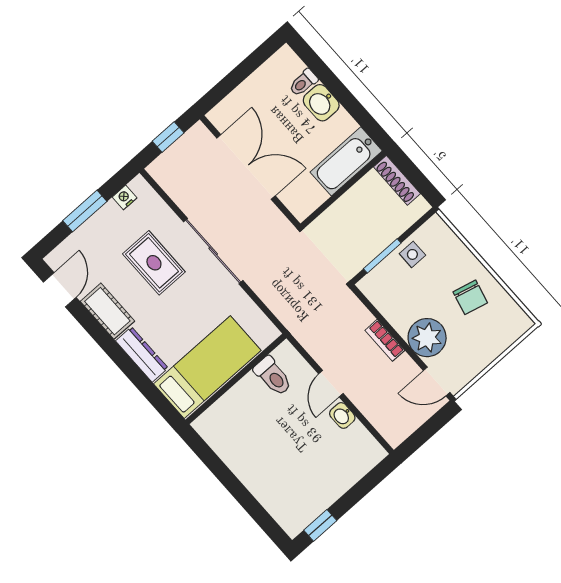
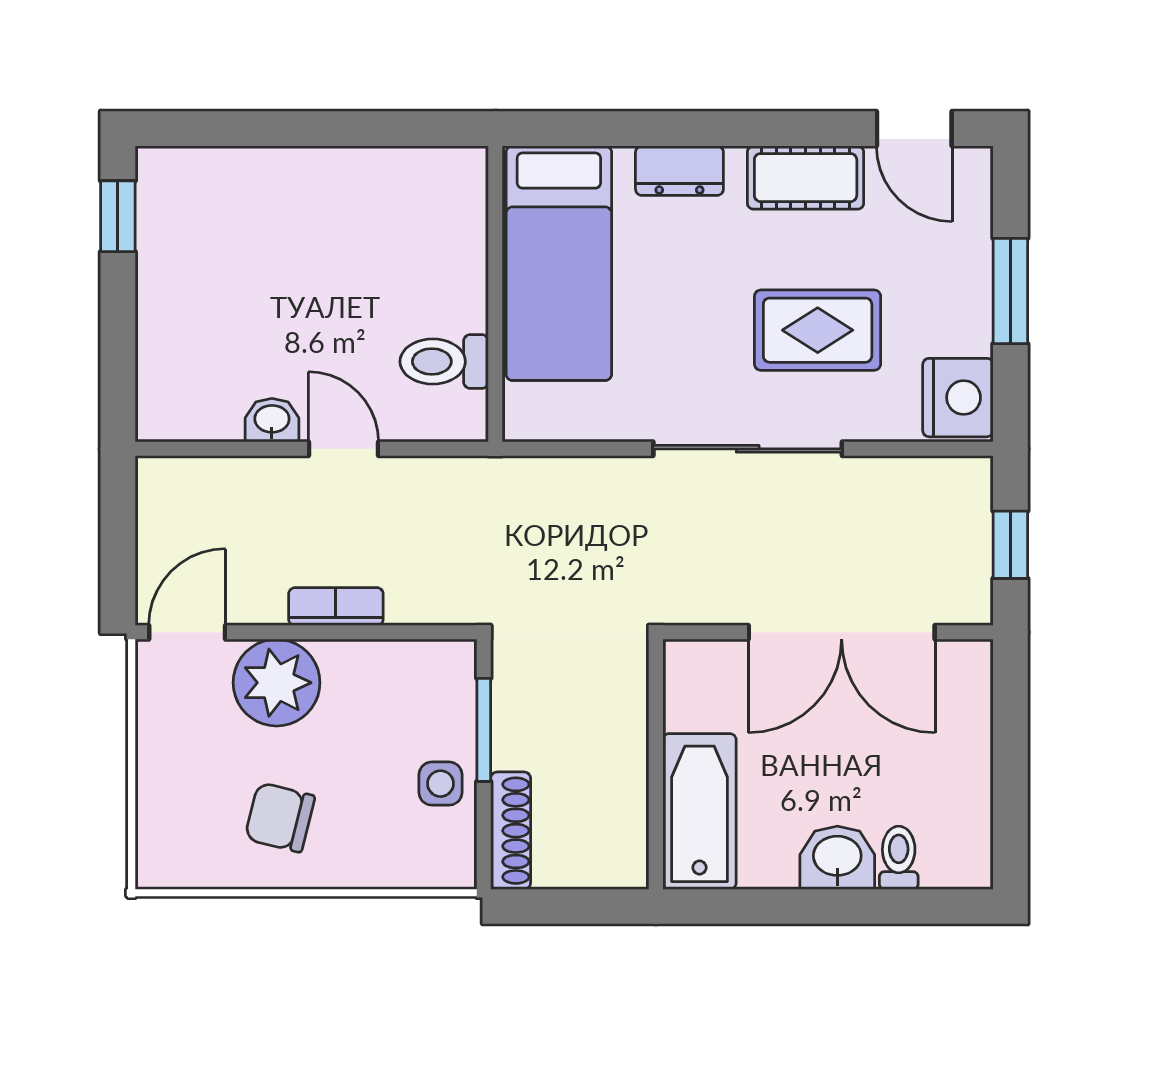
shoe rack: (397, 180) -> (511, 831), moved, turned 90
nightstand: (125, 197) -> (958, 398), width x1.89, depth x1.79
dresser: (142, 354) -> (679, 171), width x0.70

